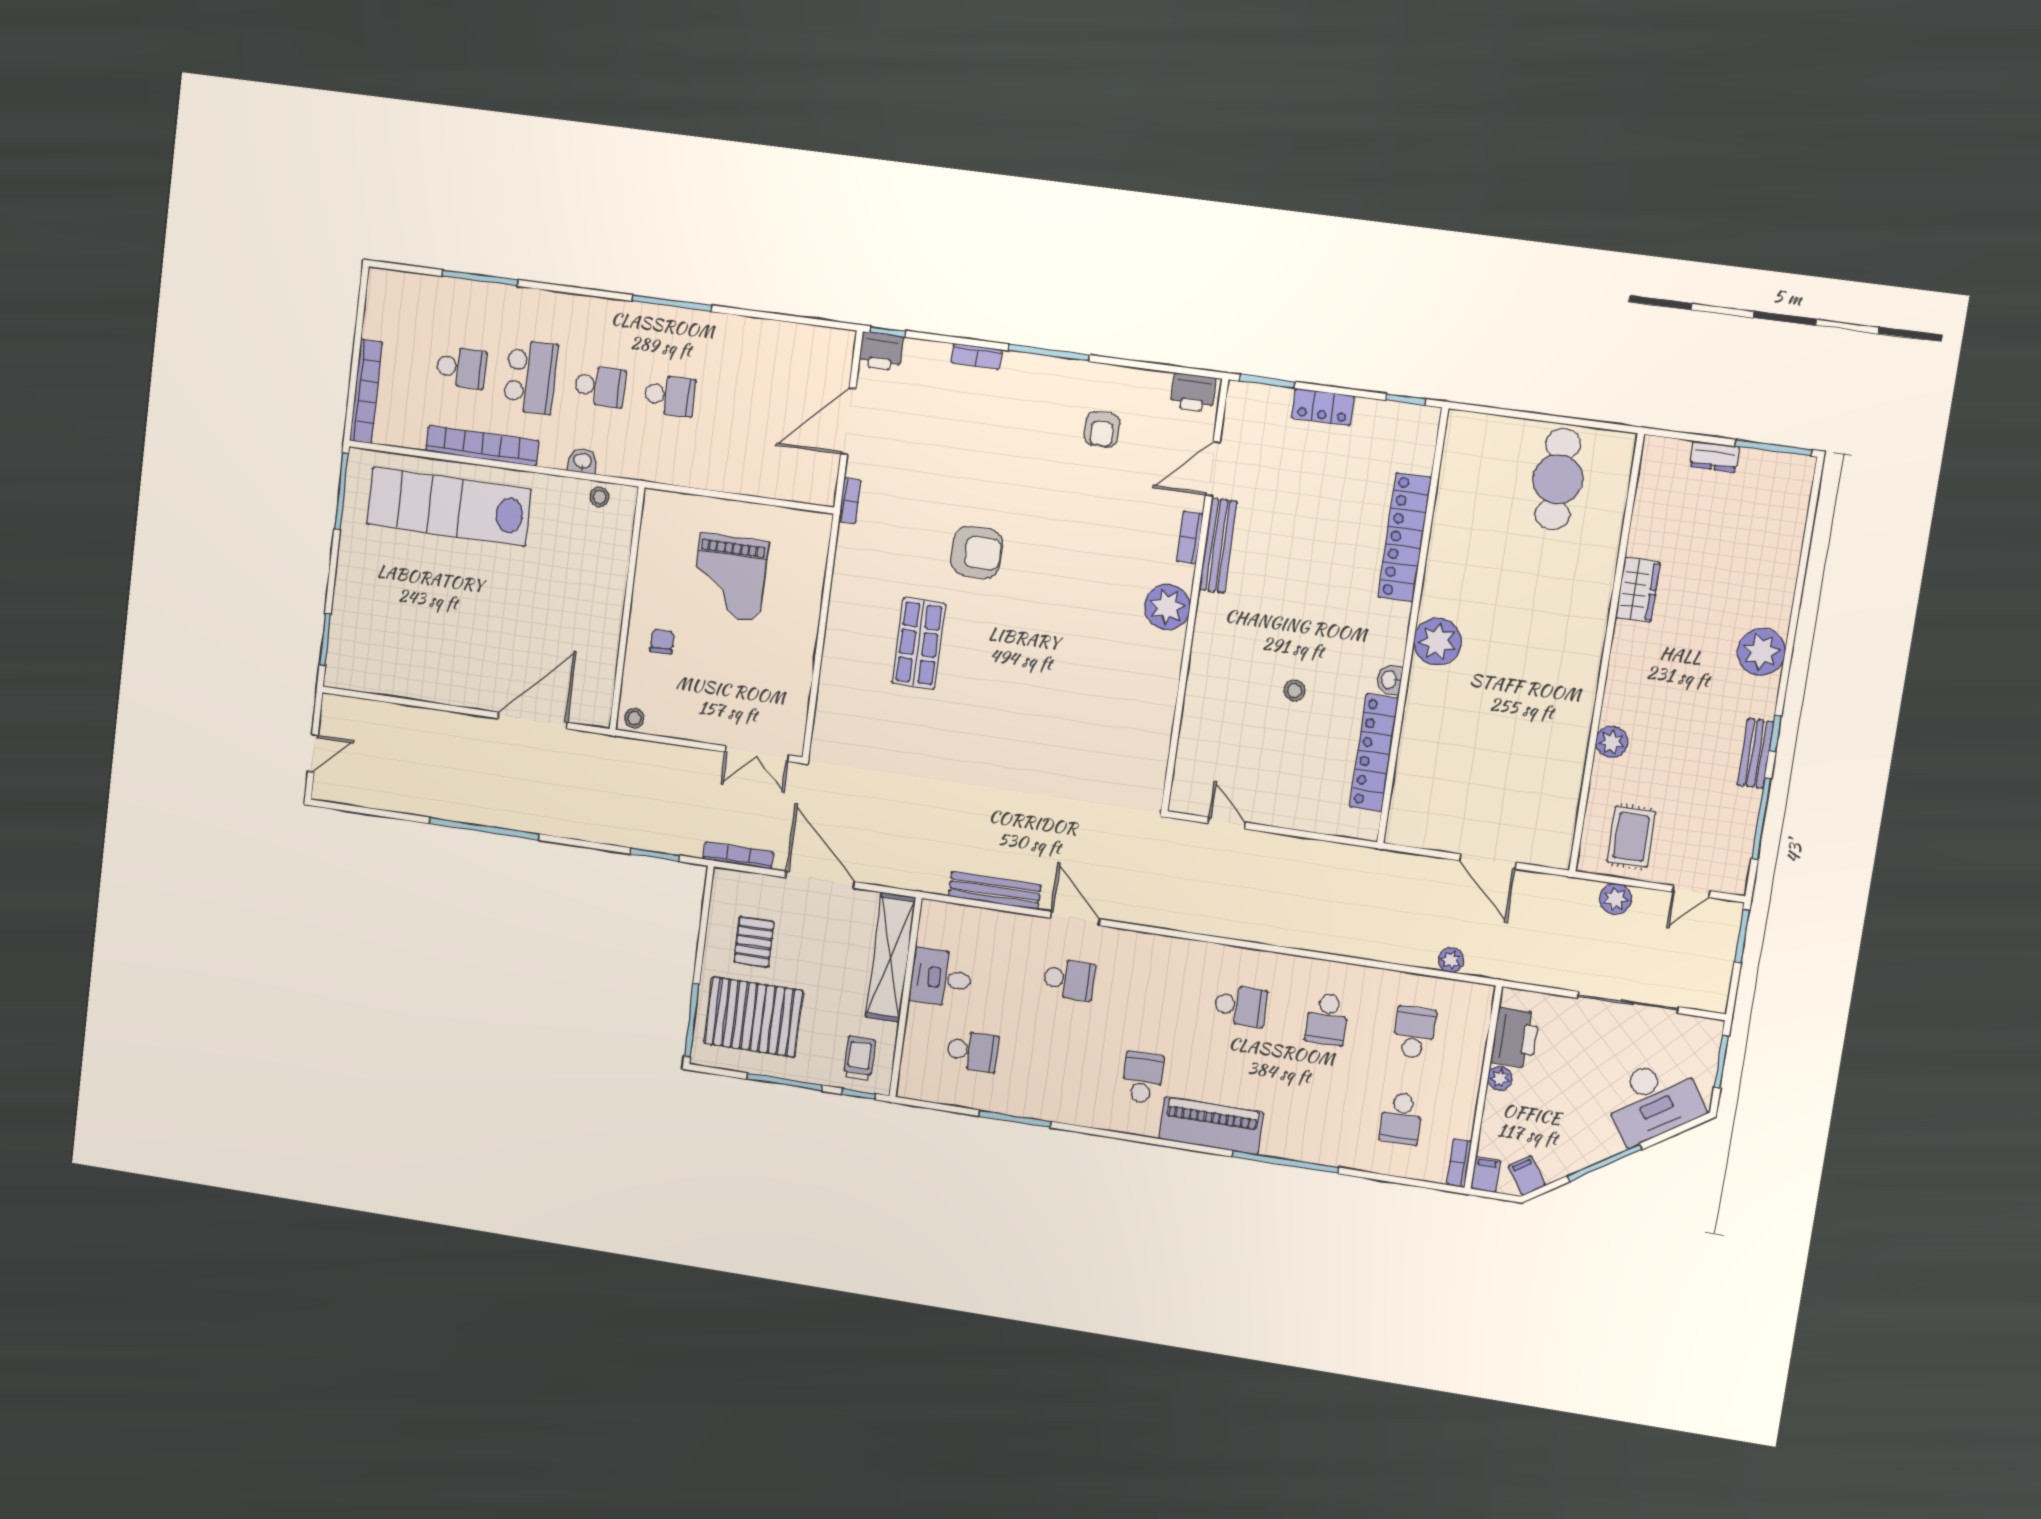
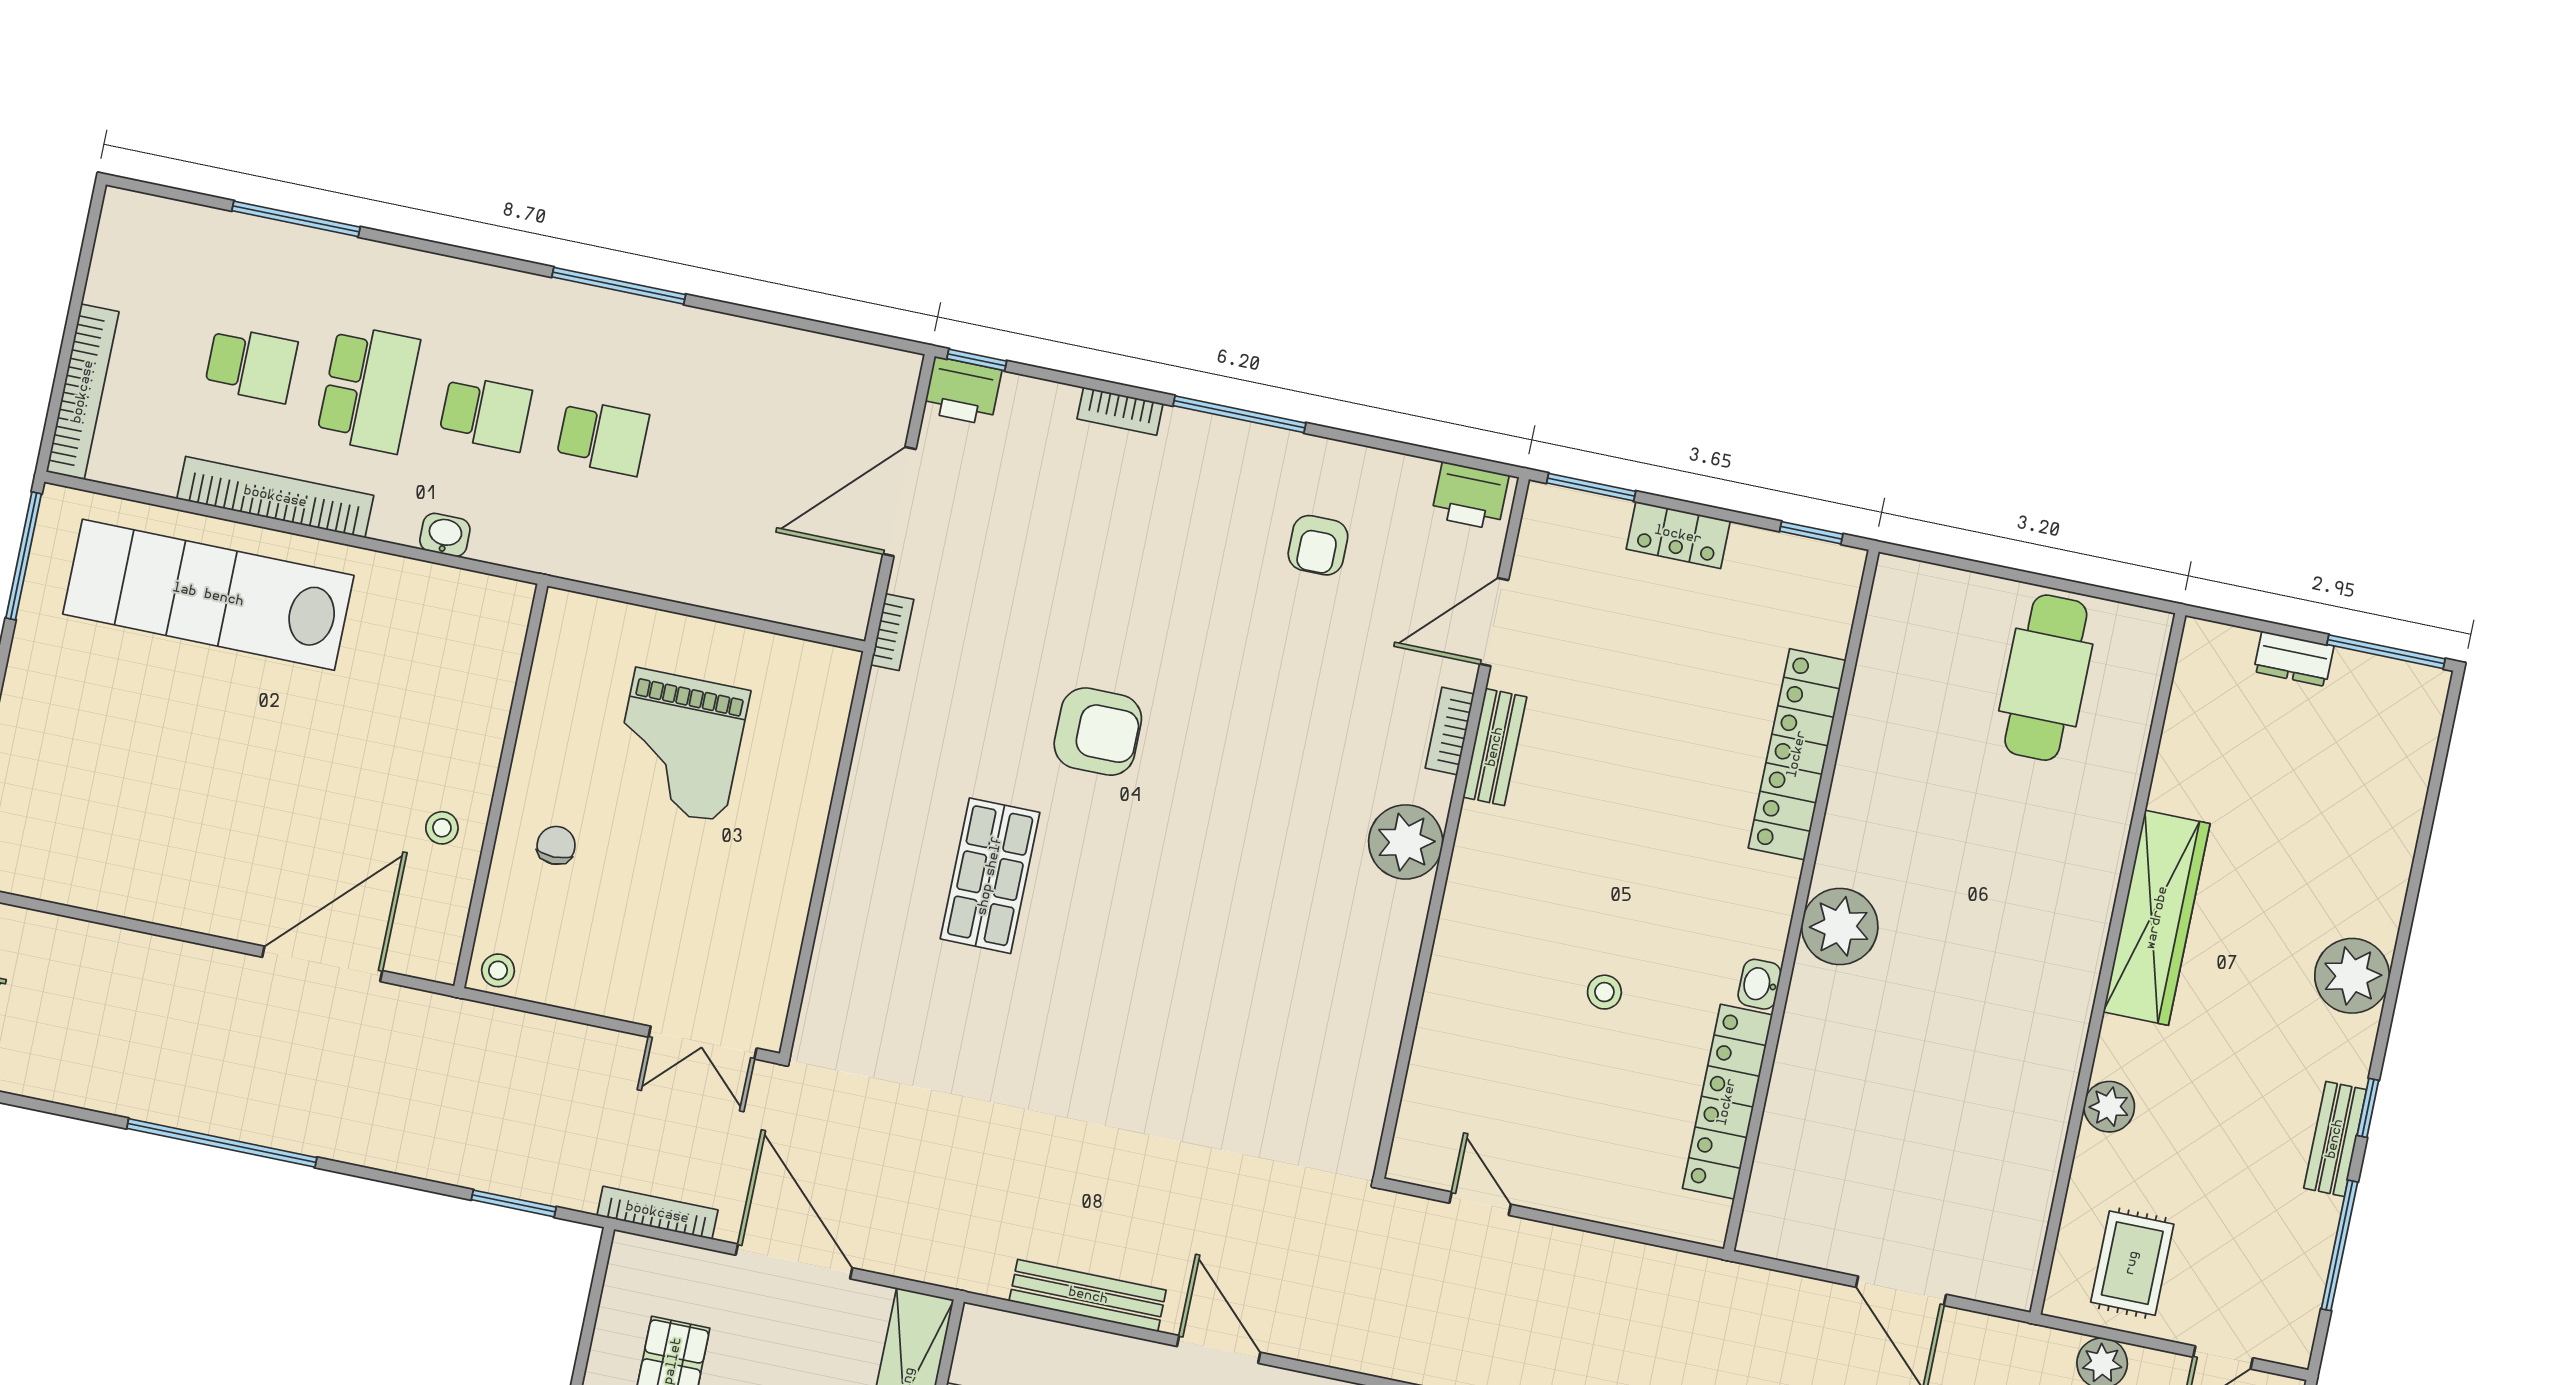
stool: (600, 497) -> (442, 828), moved
bench: (1218, 546) -> (1495, 747), width x0.73
wardrobe: (1638, 590) -> (2157, 918), width x2.10, depth x1.17

